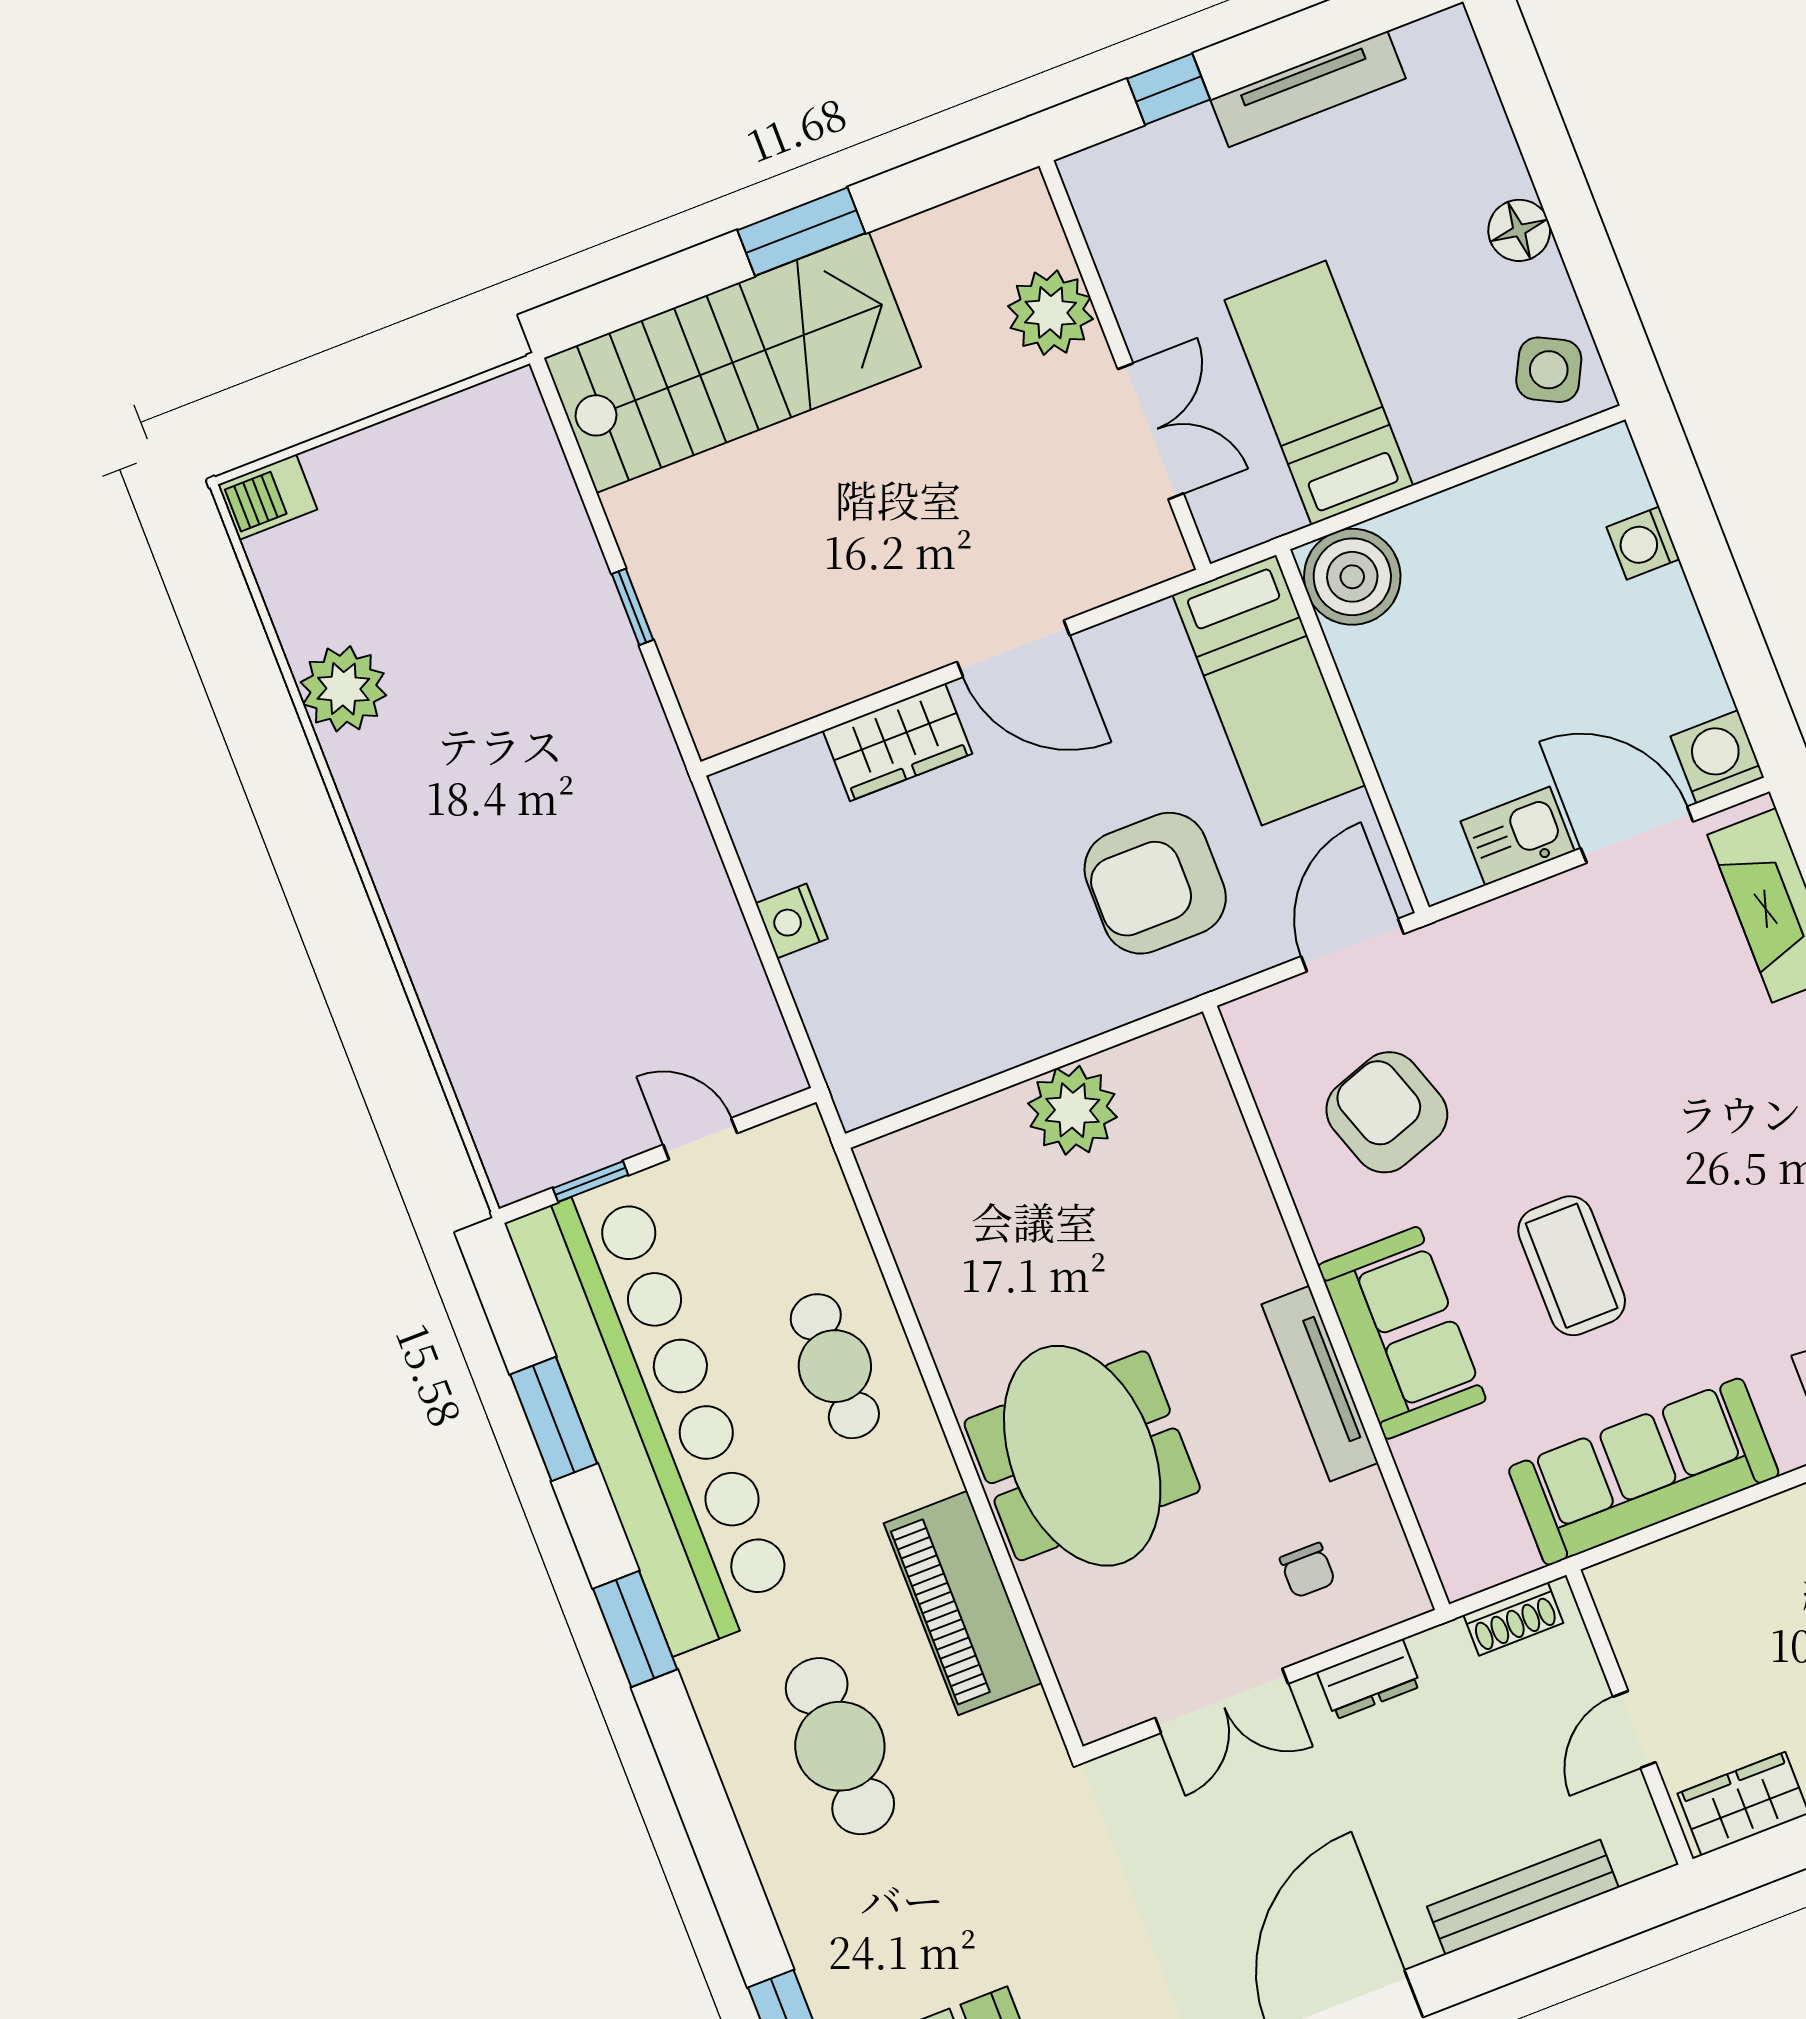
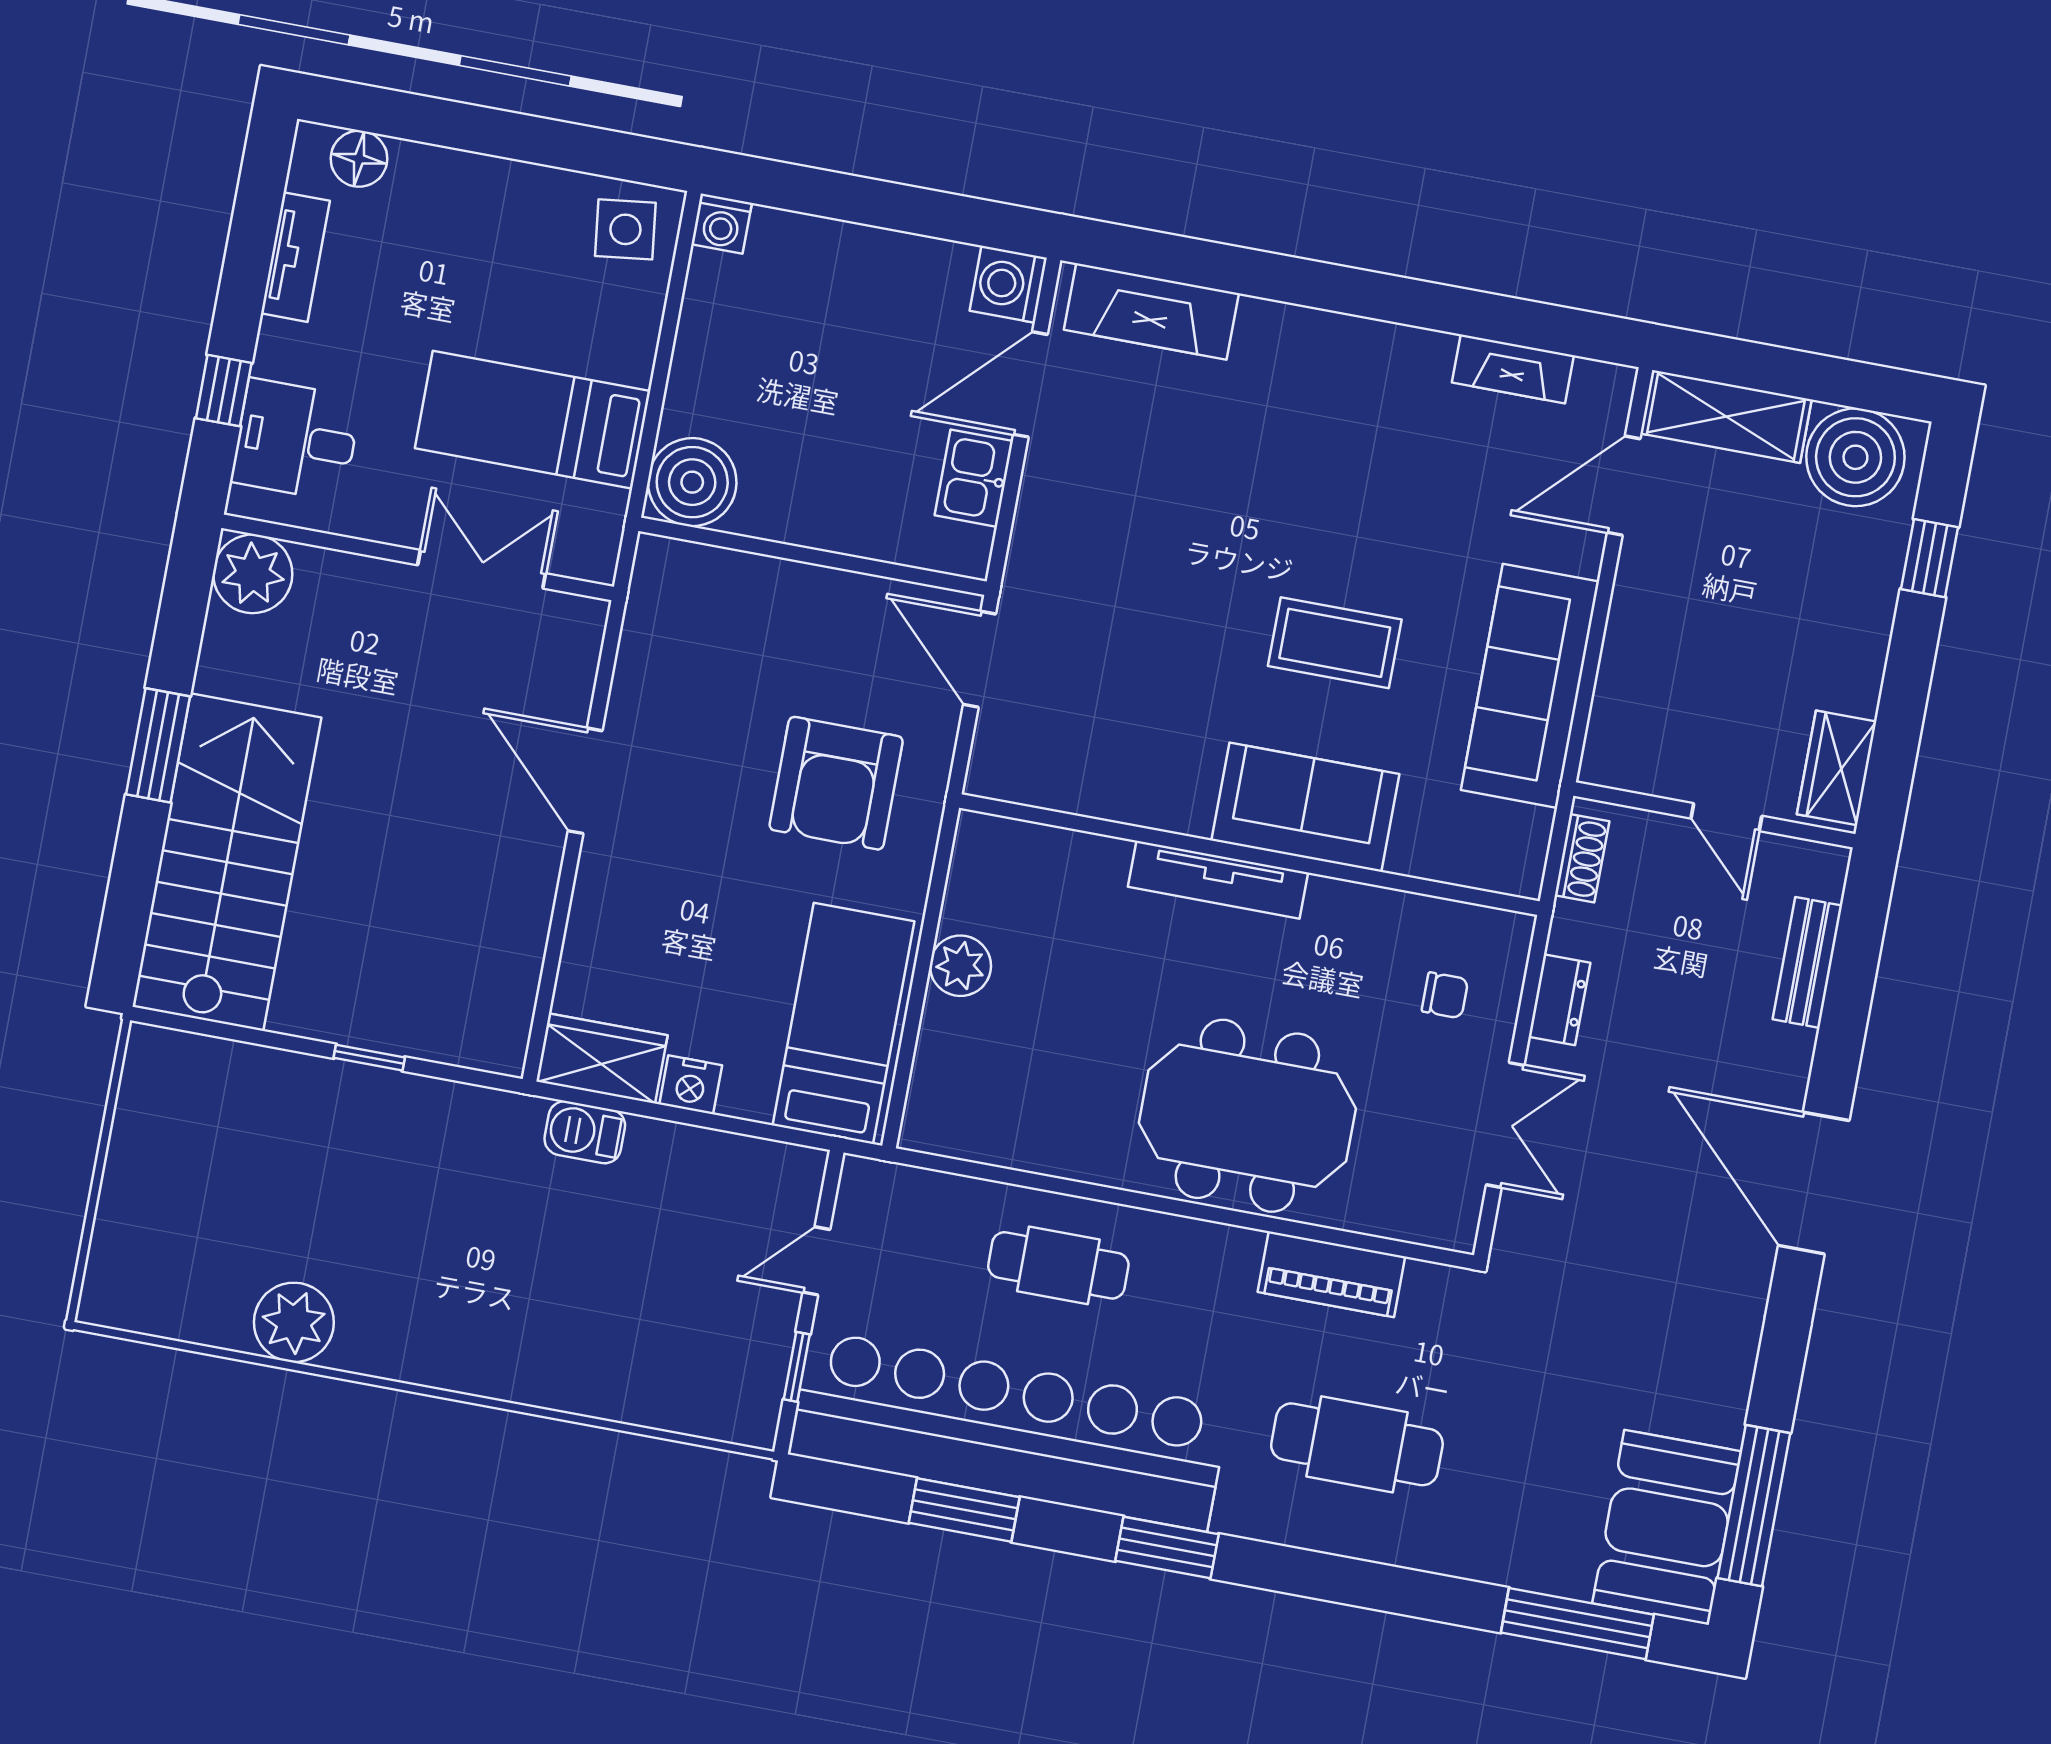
tv unit: (1308, 89) -> (295, 257), width x0.71
desk: (1164, 185) -> (296, 440), added
floor lamp: (1519, 230) -> (359, 159), moved
plant: (1050, 313) -> (253, 574), moved
side table: (1549, 370) -> (625, 229), turned -34
barbecue: (267, 497) -> (585, 1132), moved, turned 90
washing machine: (1643, 543) -> (722, 224), moved
door: (1013, 649) -> (585, 781), swing flipped
bed: (1269, 690) -> (843, 1023), moved, turned -90
wardrobe: (897, 742) -> (602, 1059), moved, turned -90
plant: (1072, 1110) -> (960, 966), width x0.73, depth x0.73
armchair: (1387, 1112) -> (1126, 713), removed
tv unit: (1320, 1384) -> (1218, 880), moved
piano: (963, 1603) -> (1331, 1274), width x0.73, depth x0.75
bench: (1523, 1897) -> (1808, 962), width x0.73

